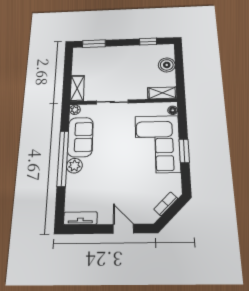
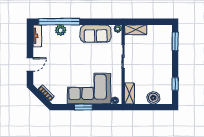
window: (63, 158) -> (59, 22), moved
plant: (74, 166) -> (61, 30), moved

